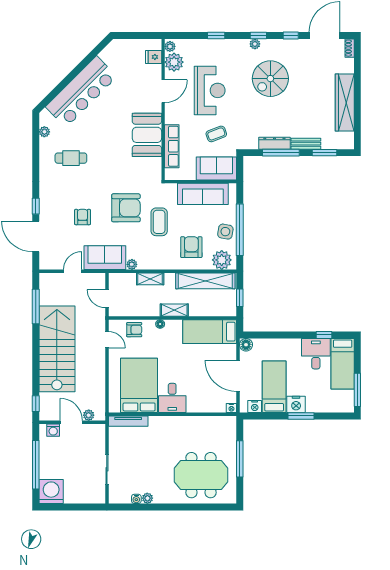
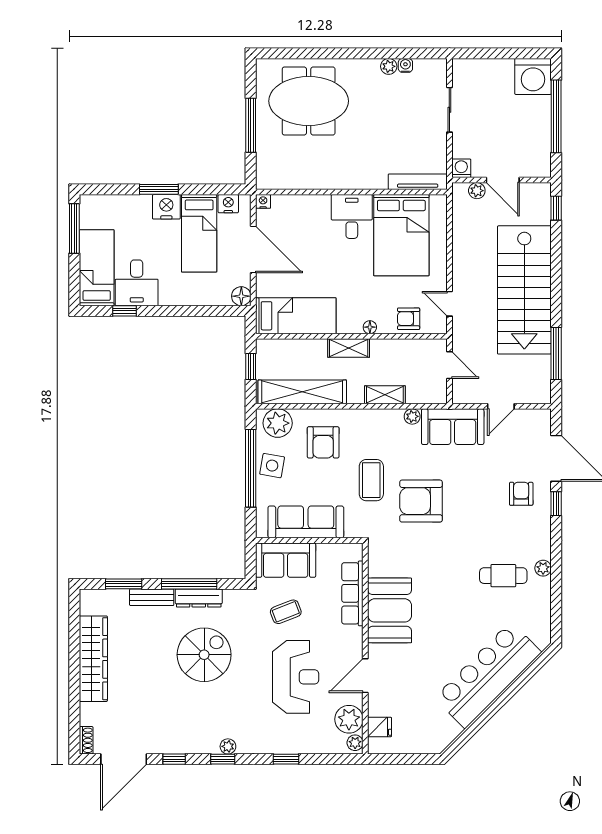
spiral stairs: (270, 79) -> (204, 655), moved
reception desk: (210, 90) -> (296, 677), turned 180
plant: (44, 132) -> (543, 568), moved
armchair: (83, 217) -> (521, 494), moved, turned 180
washing machine: (53, 430) -> (461, 168), moved

